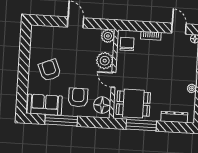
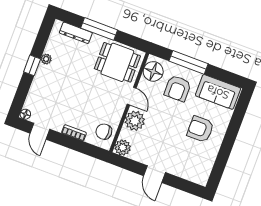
chair: (127, 44) -> (104, 132), turned 90
armchair: (50, 70) -> (200, 129), turned 112
window: (61, 120) -> (189, 62), moved
window: (141, 125) -> (99, 29), moved

